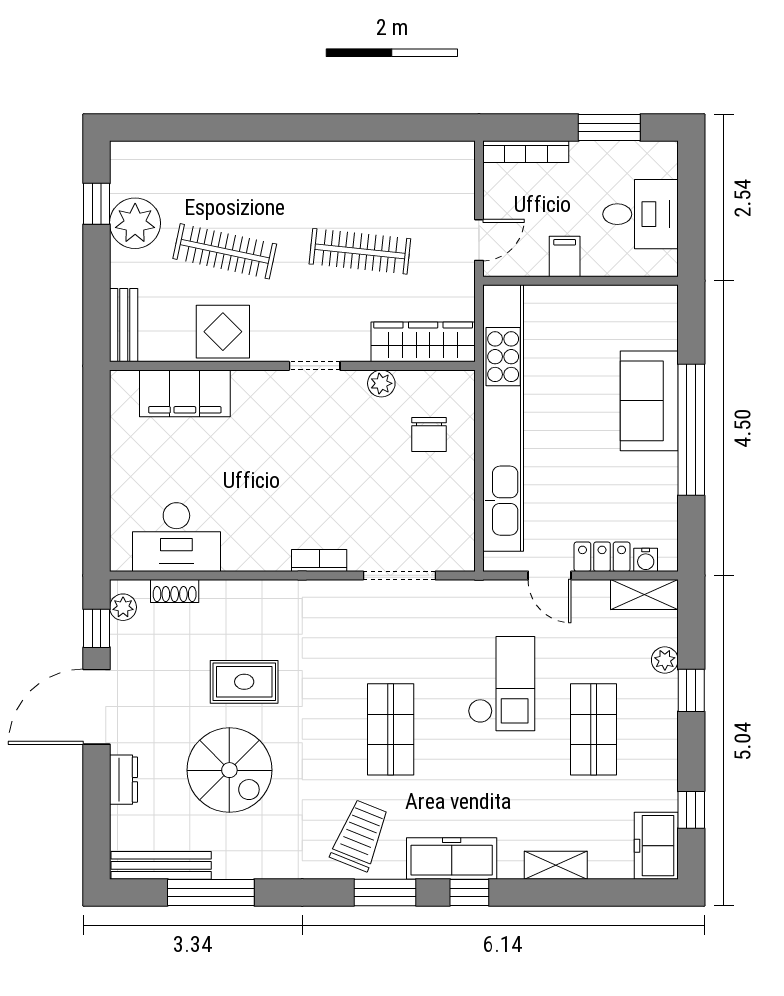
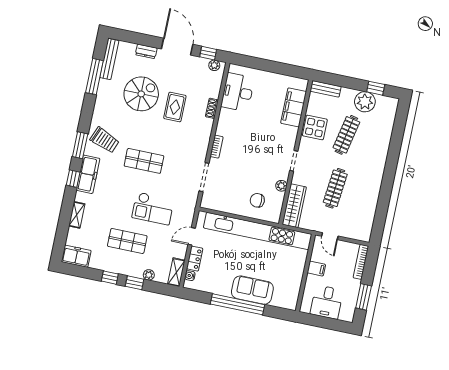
shoe rack: (175, 591) -> (212, 108), moved
spiral stairs: (229, 770) -> (141, 94), turned 180
window: (691, 810) -> (110, 278), moved

